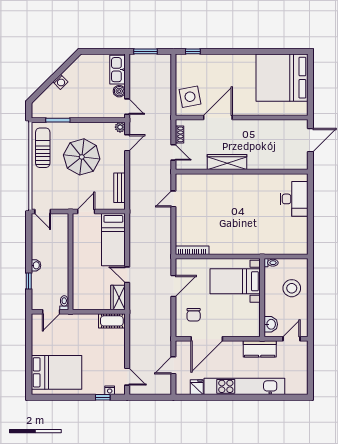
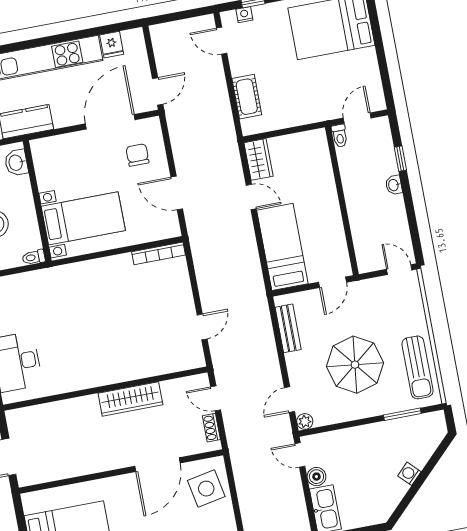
door: (173, 286) -> (177, 193), hinge flipped
cot: (112, 321) -> (247, 97), moved, turned 90
door: (173, 365) -> (158, 91), moved

